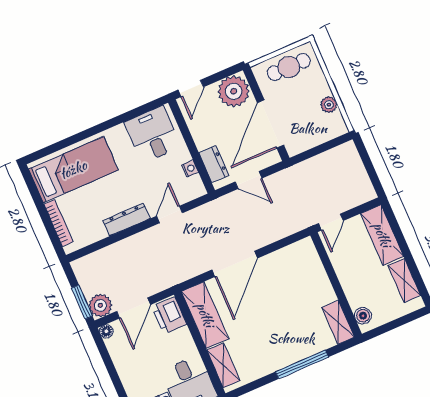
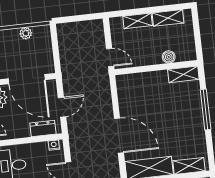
nightstand: (190, 169) -> (54, 145), moved
shelving: (382, 235) -> (138, 21), width x0.67, depth x0.75
boiler: (363, 316) -> (169, 57), moved

